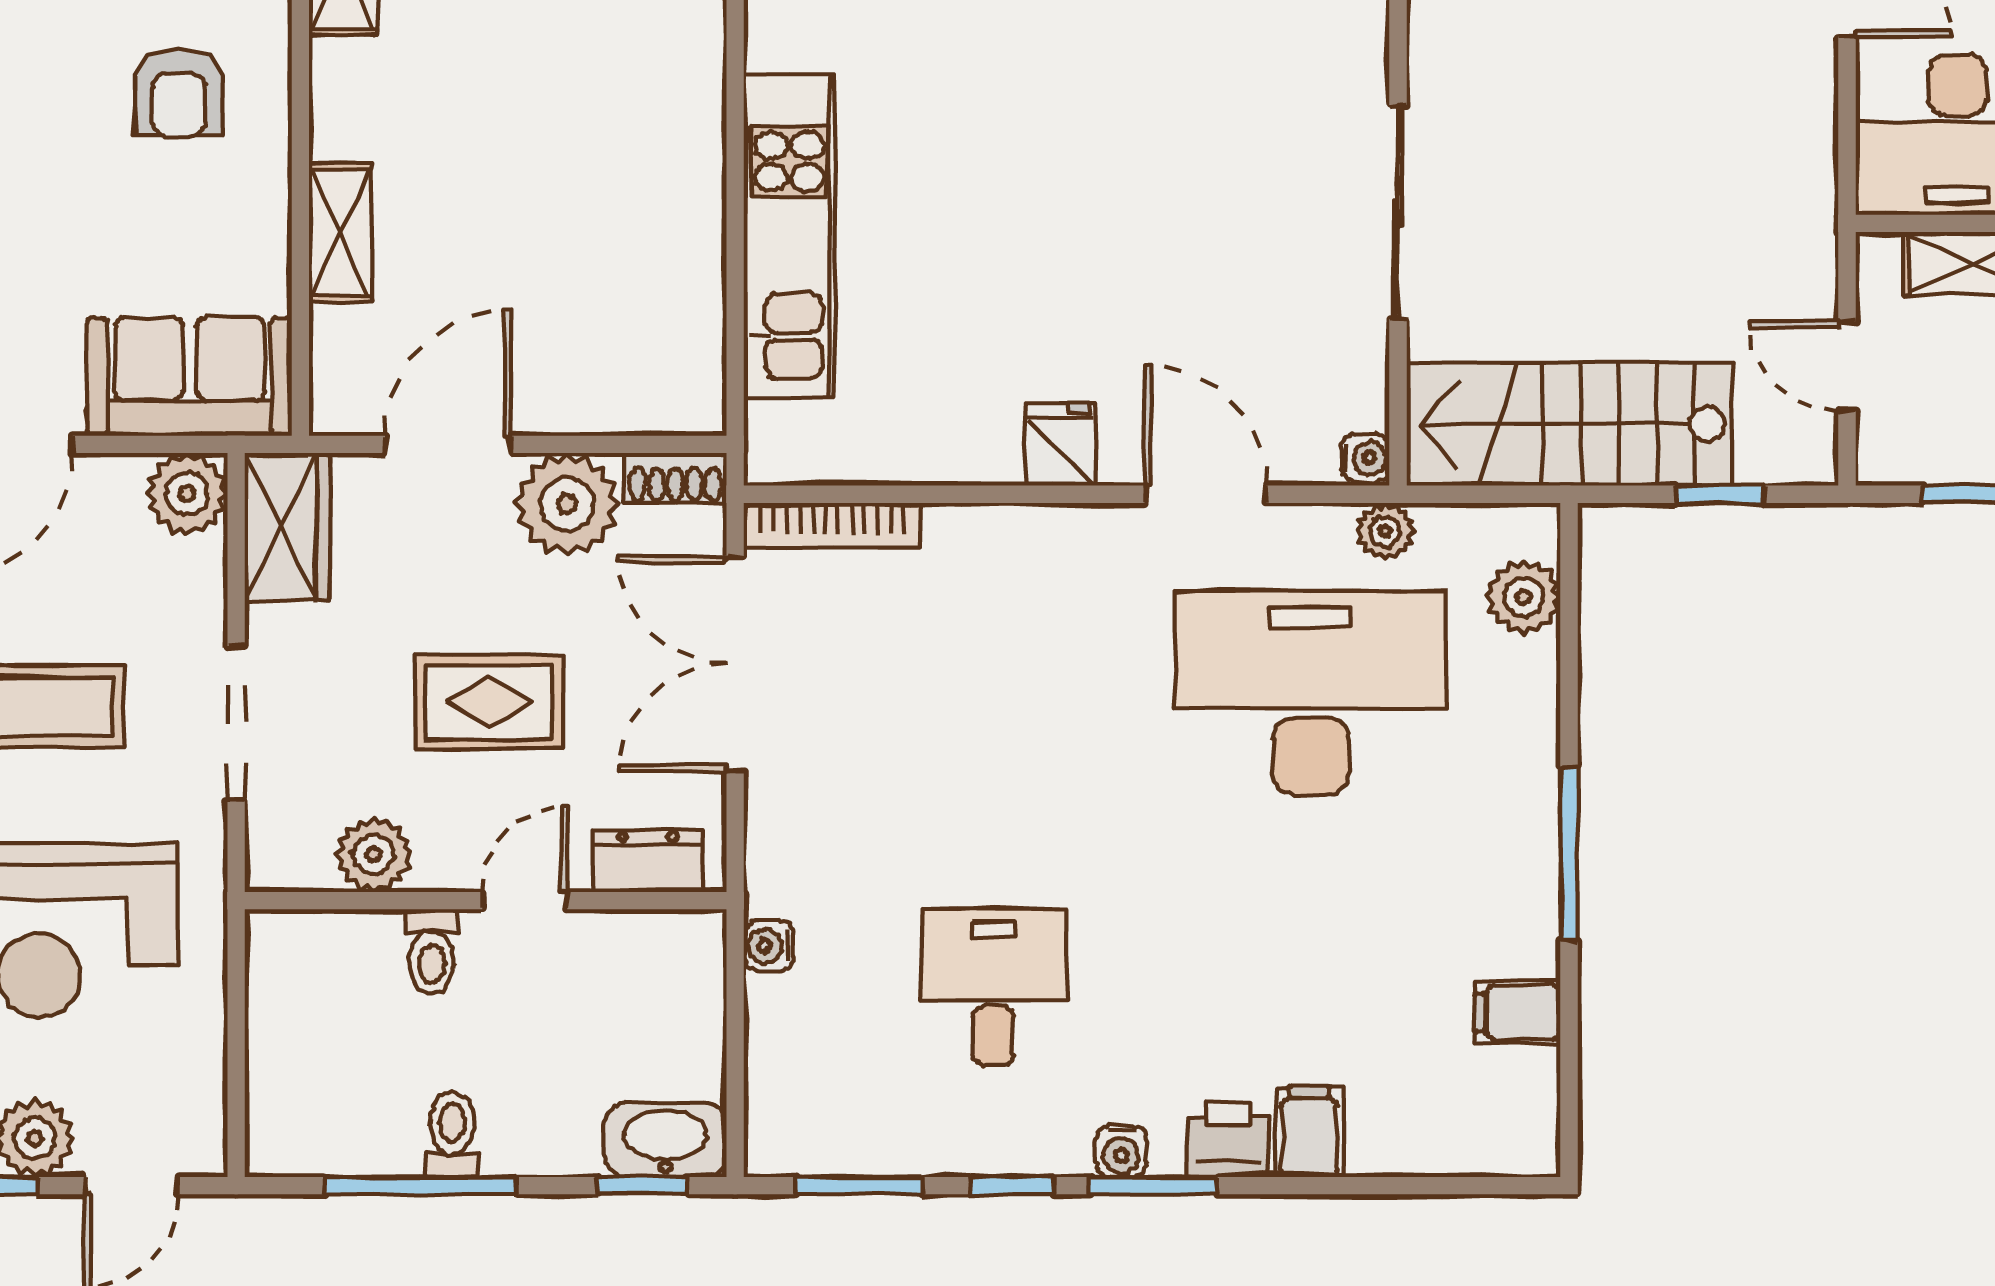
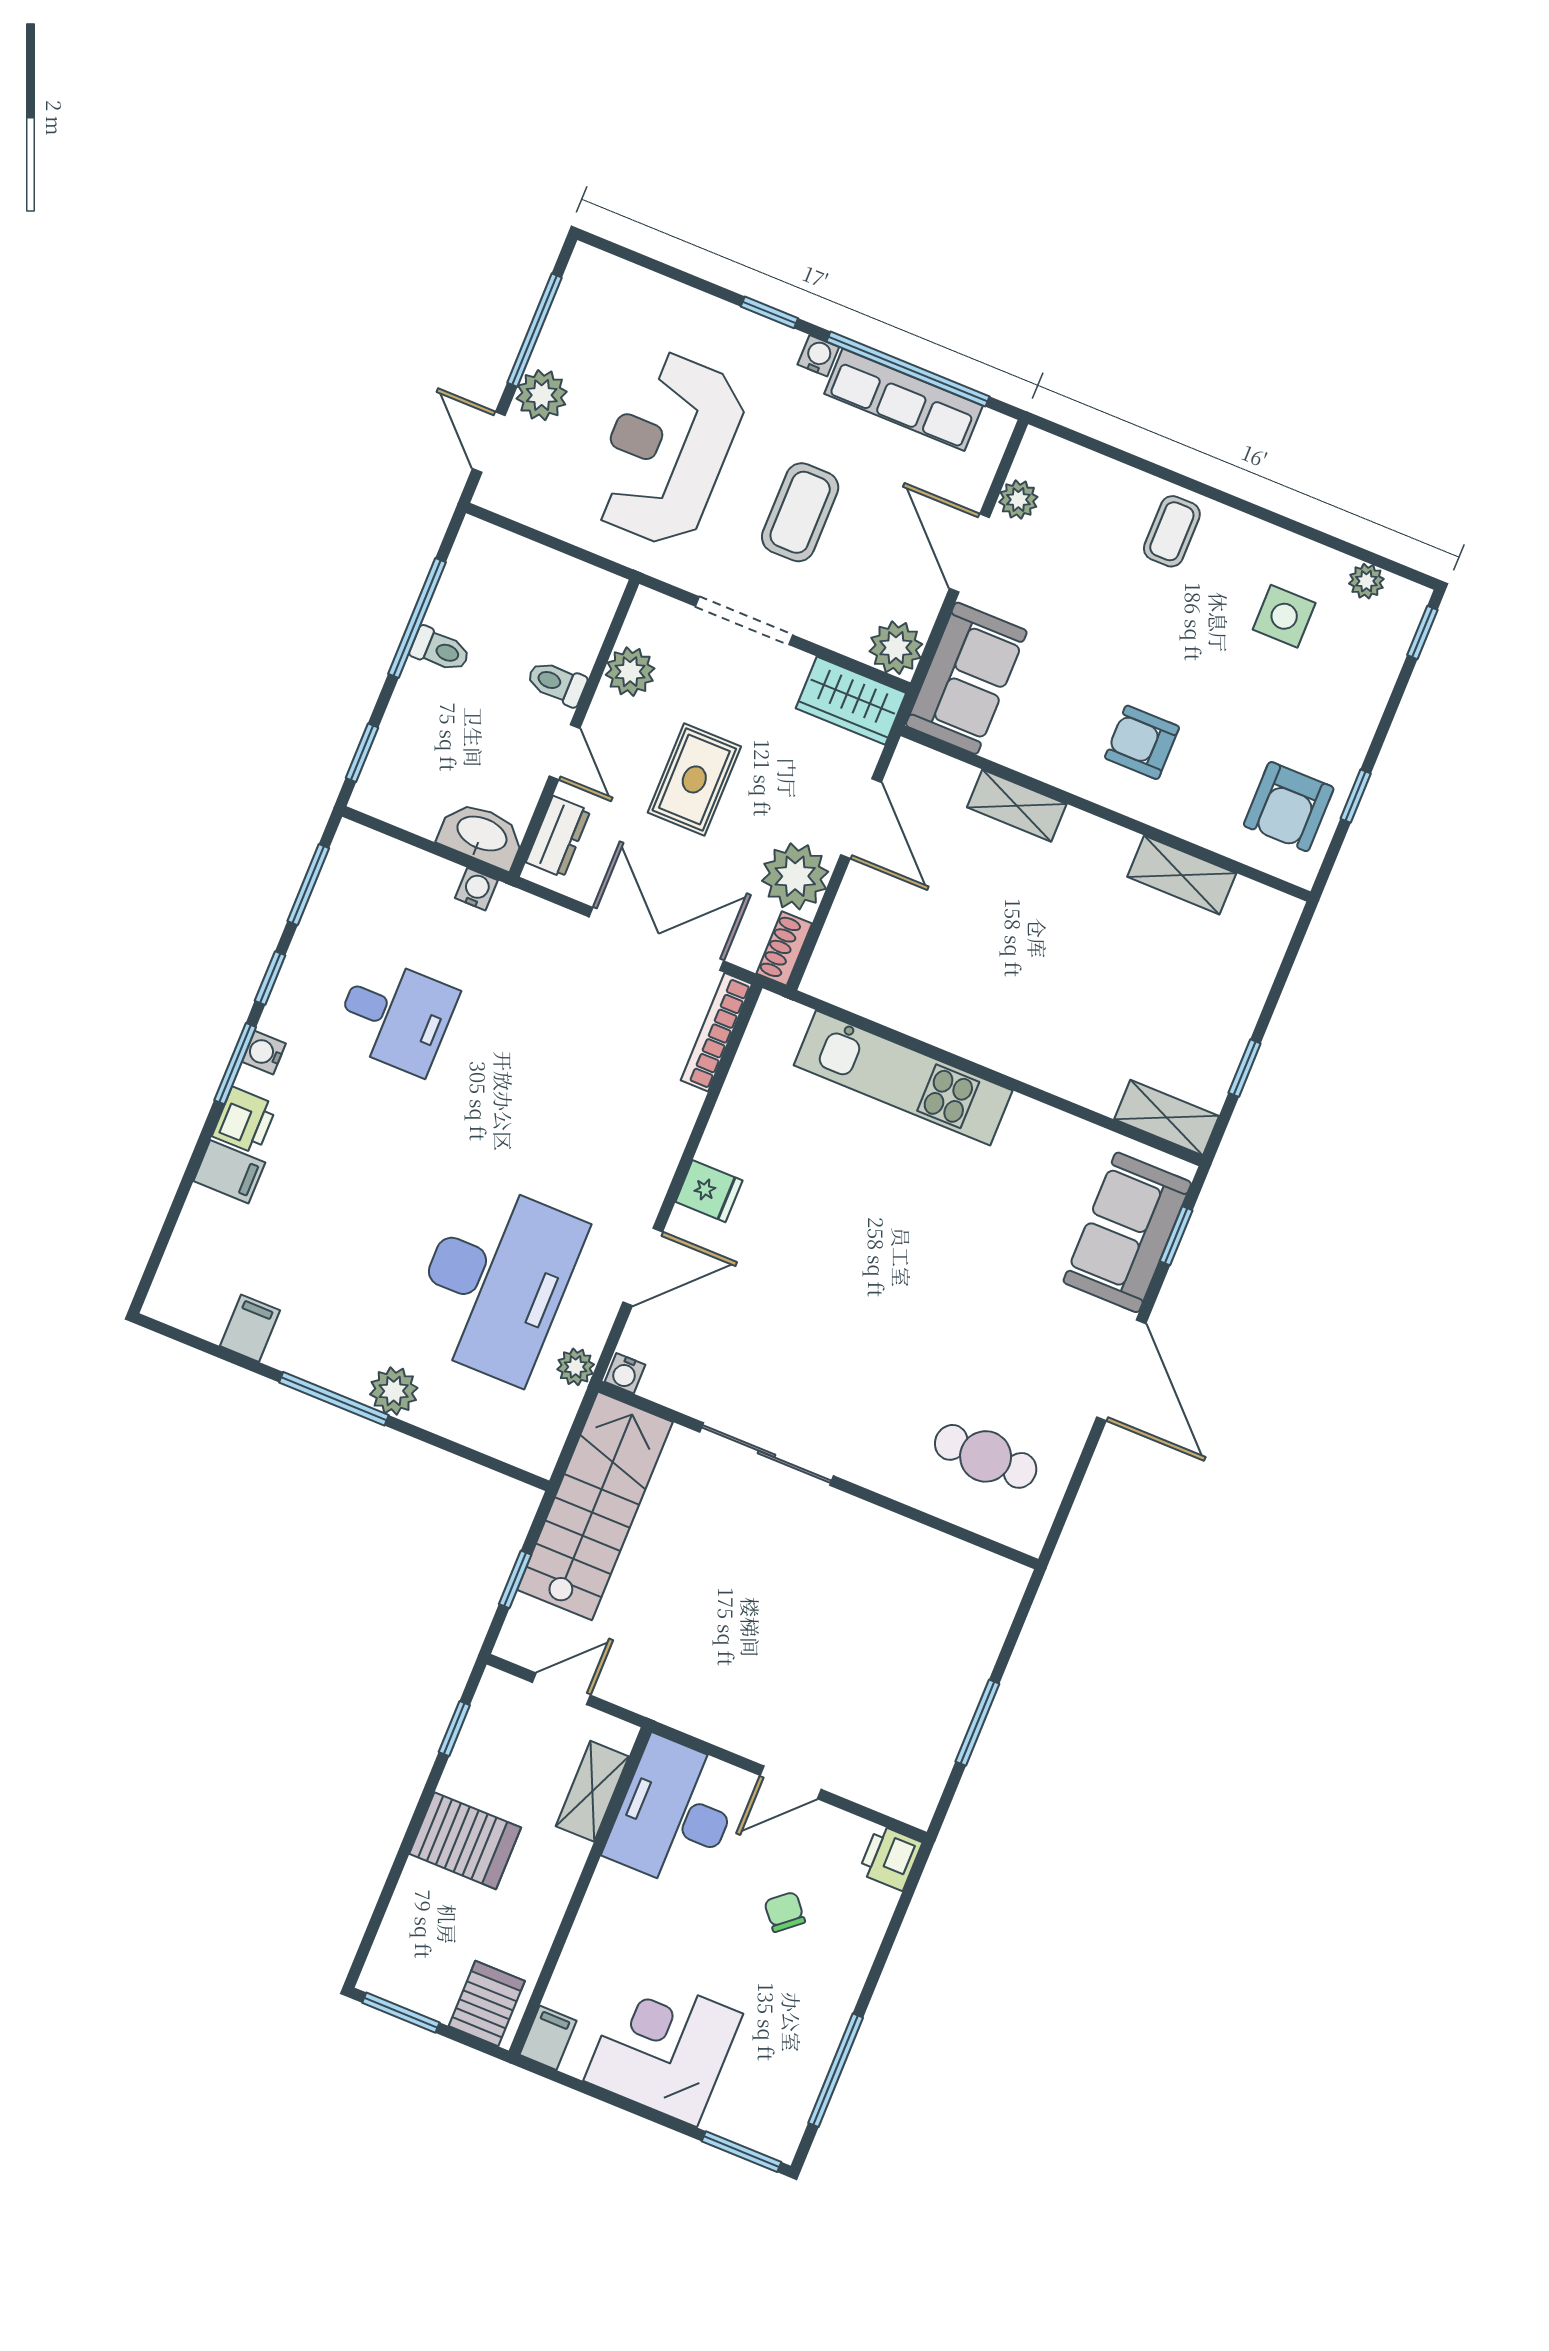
plant: (1524, 597) -> (394, 1391), moved
washbasin: (666, 1140) -> (481, 835), moved, turned -90

